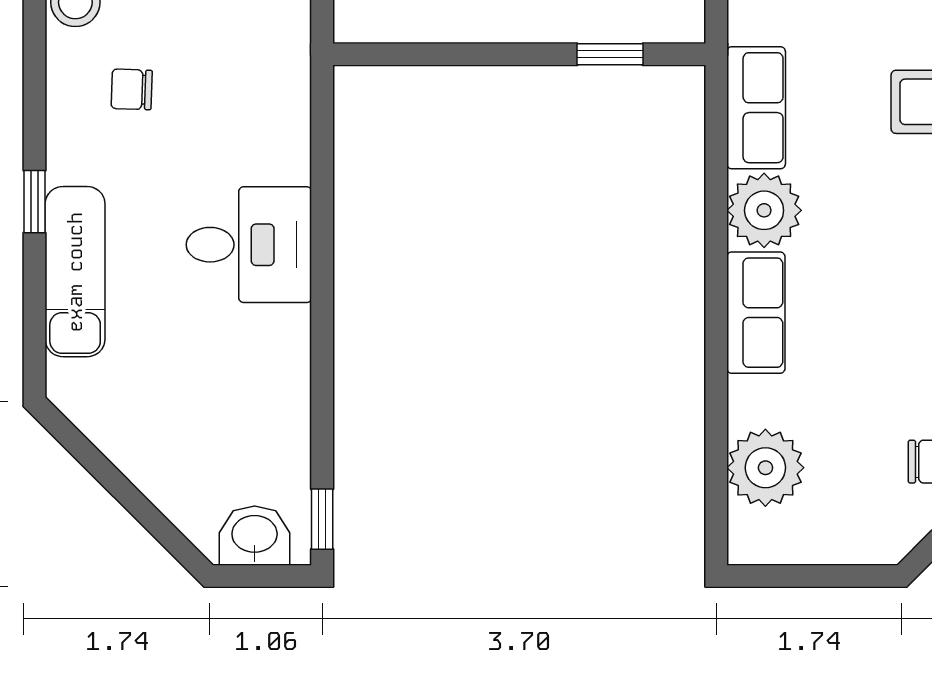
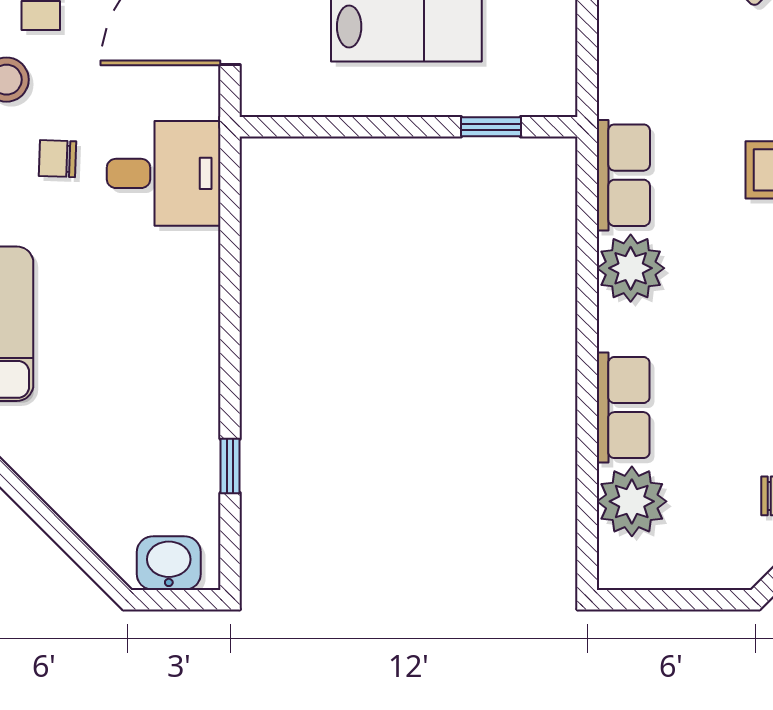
desk: (249, 245) -> (164, 173), moved
row of seats: (756, 313) -> (623, 408), moved
window: (322, 519) -> (230, 466), moved

